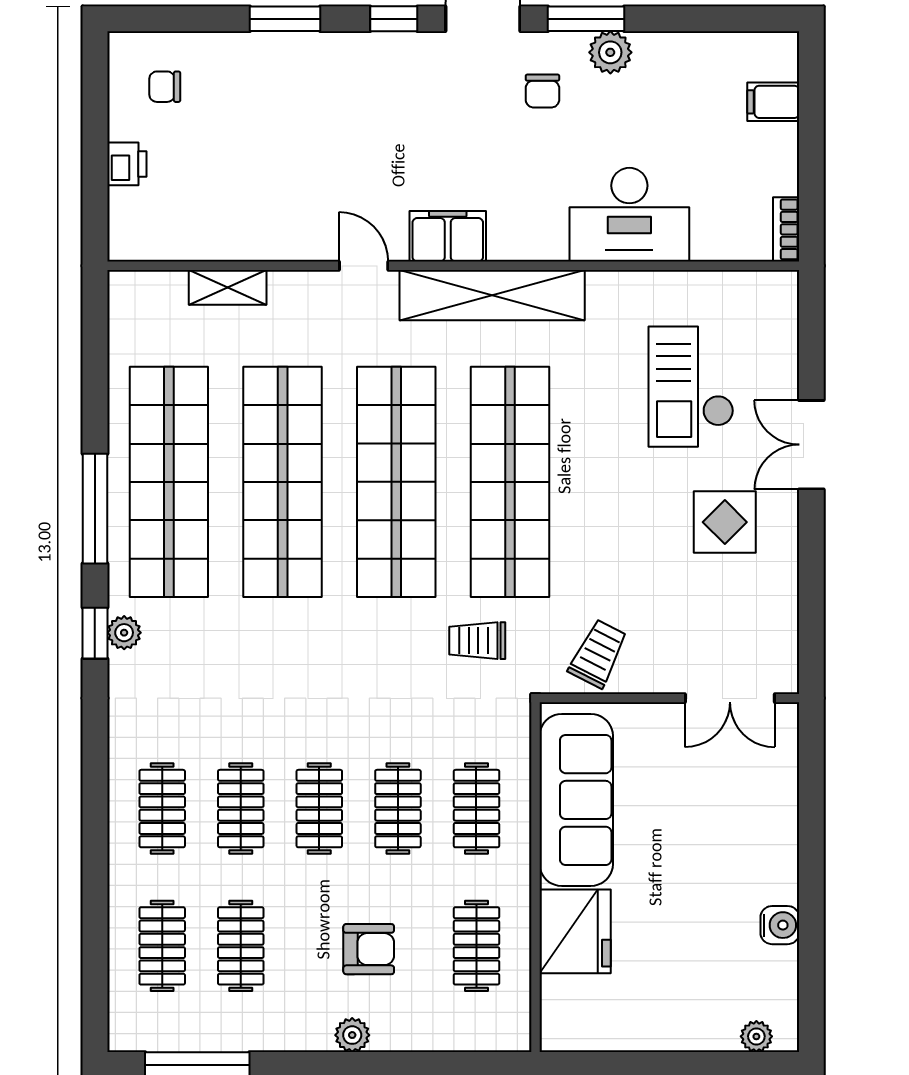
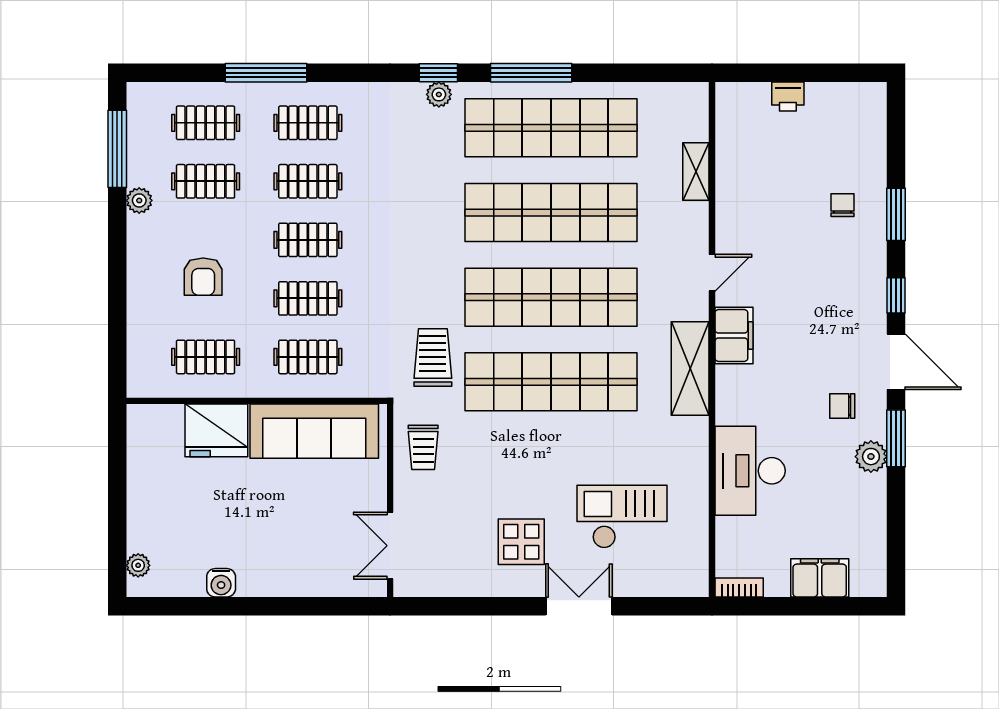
chair: (165, 87) -> (842, 205), moved
filing cabinet: (773, 102) -> (820, 578), width x2.00
shelving: (492, 295) -> (690, 369), width x0.68
trolley: (477, 641) -> (433, 358), width x1.36, depth x1.39
trolley: (598, 654) -> (423, 447), turned 63
window: (95, 865) -> (266, 73), added
plant: (352, 1035) -> (139, 200), moved

